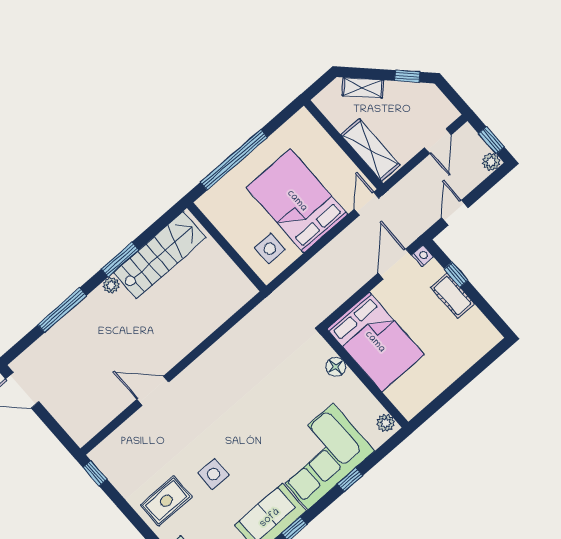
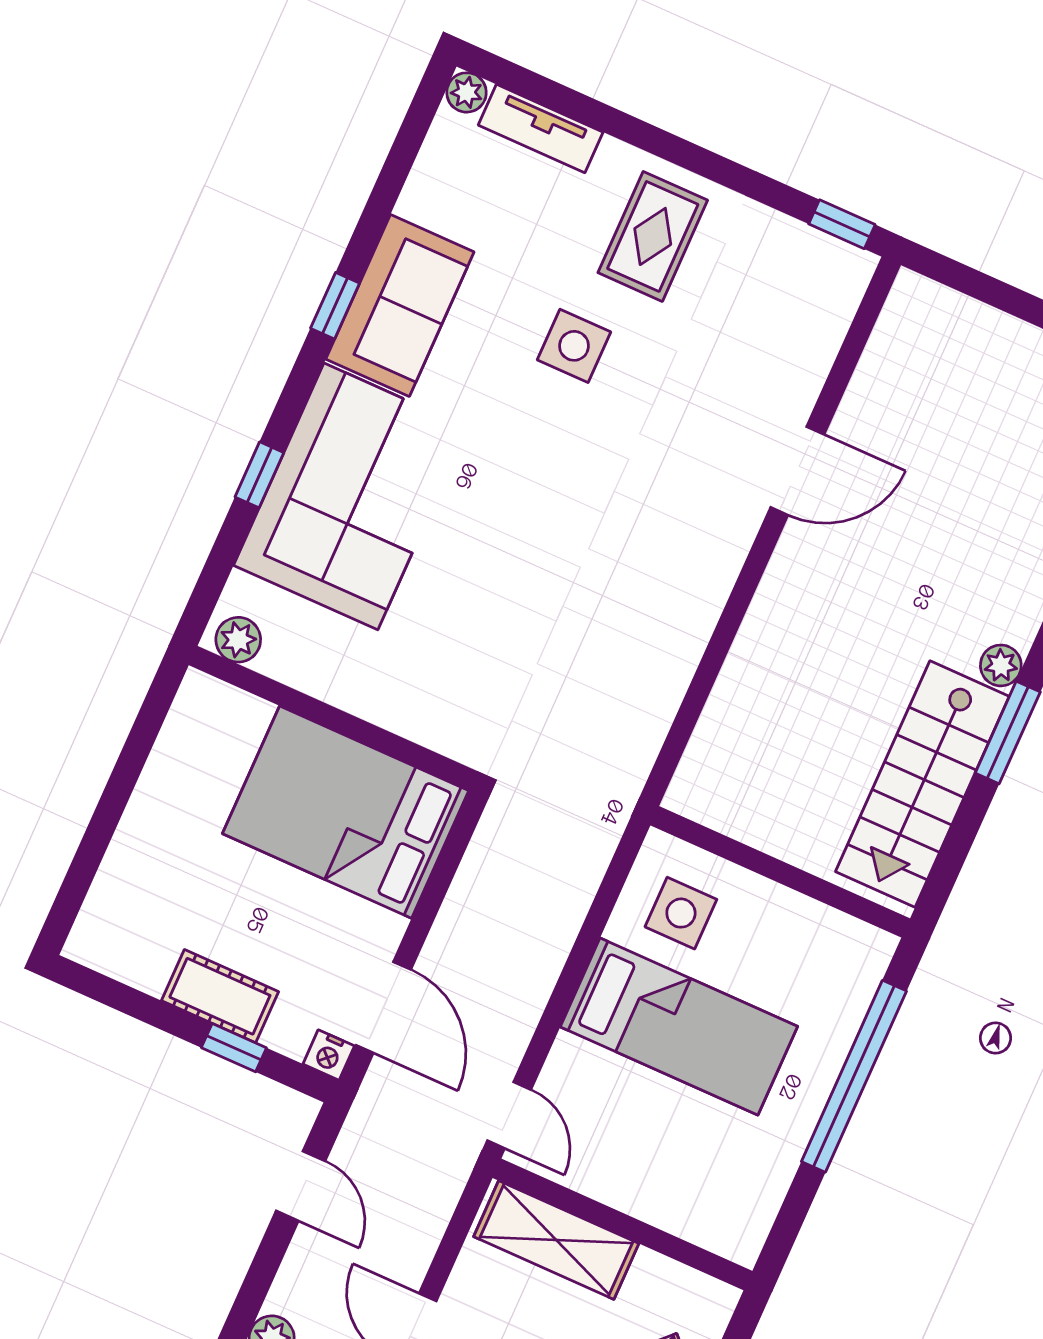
bed: (297, 201) -> (679, 1027), width x0.67
floor lamp: (336, 367) -> (410, 714), removed

